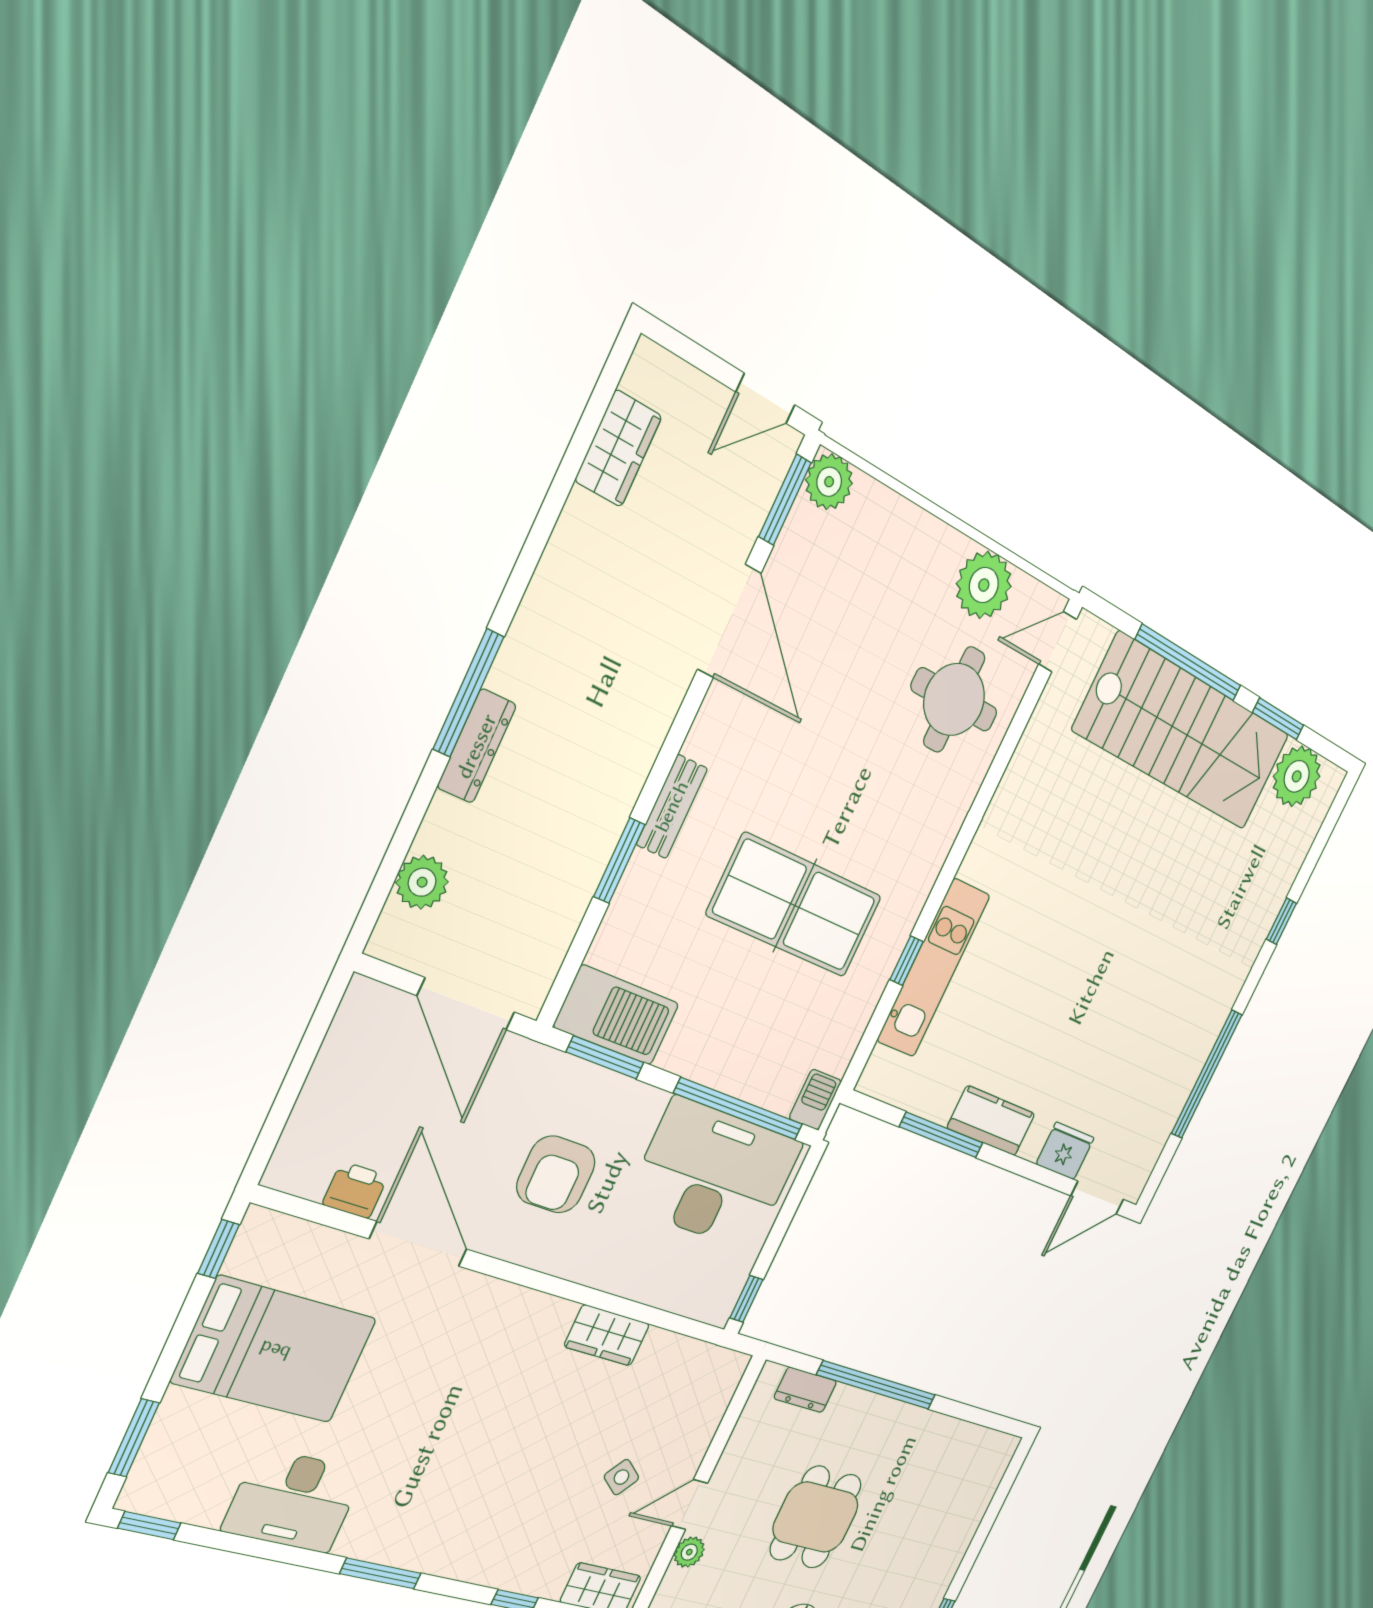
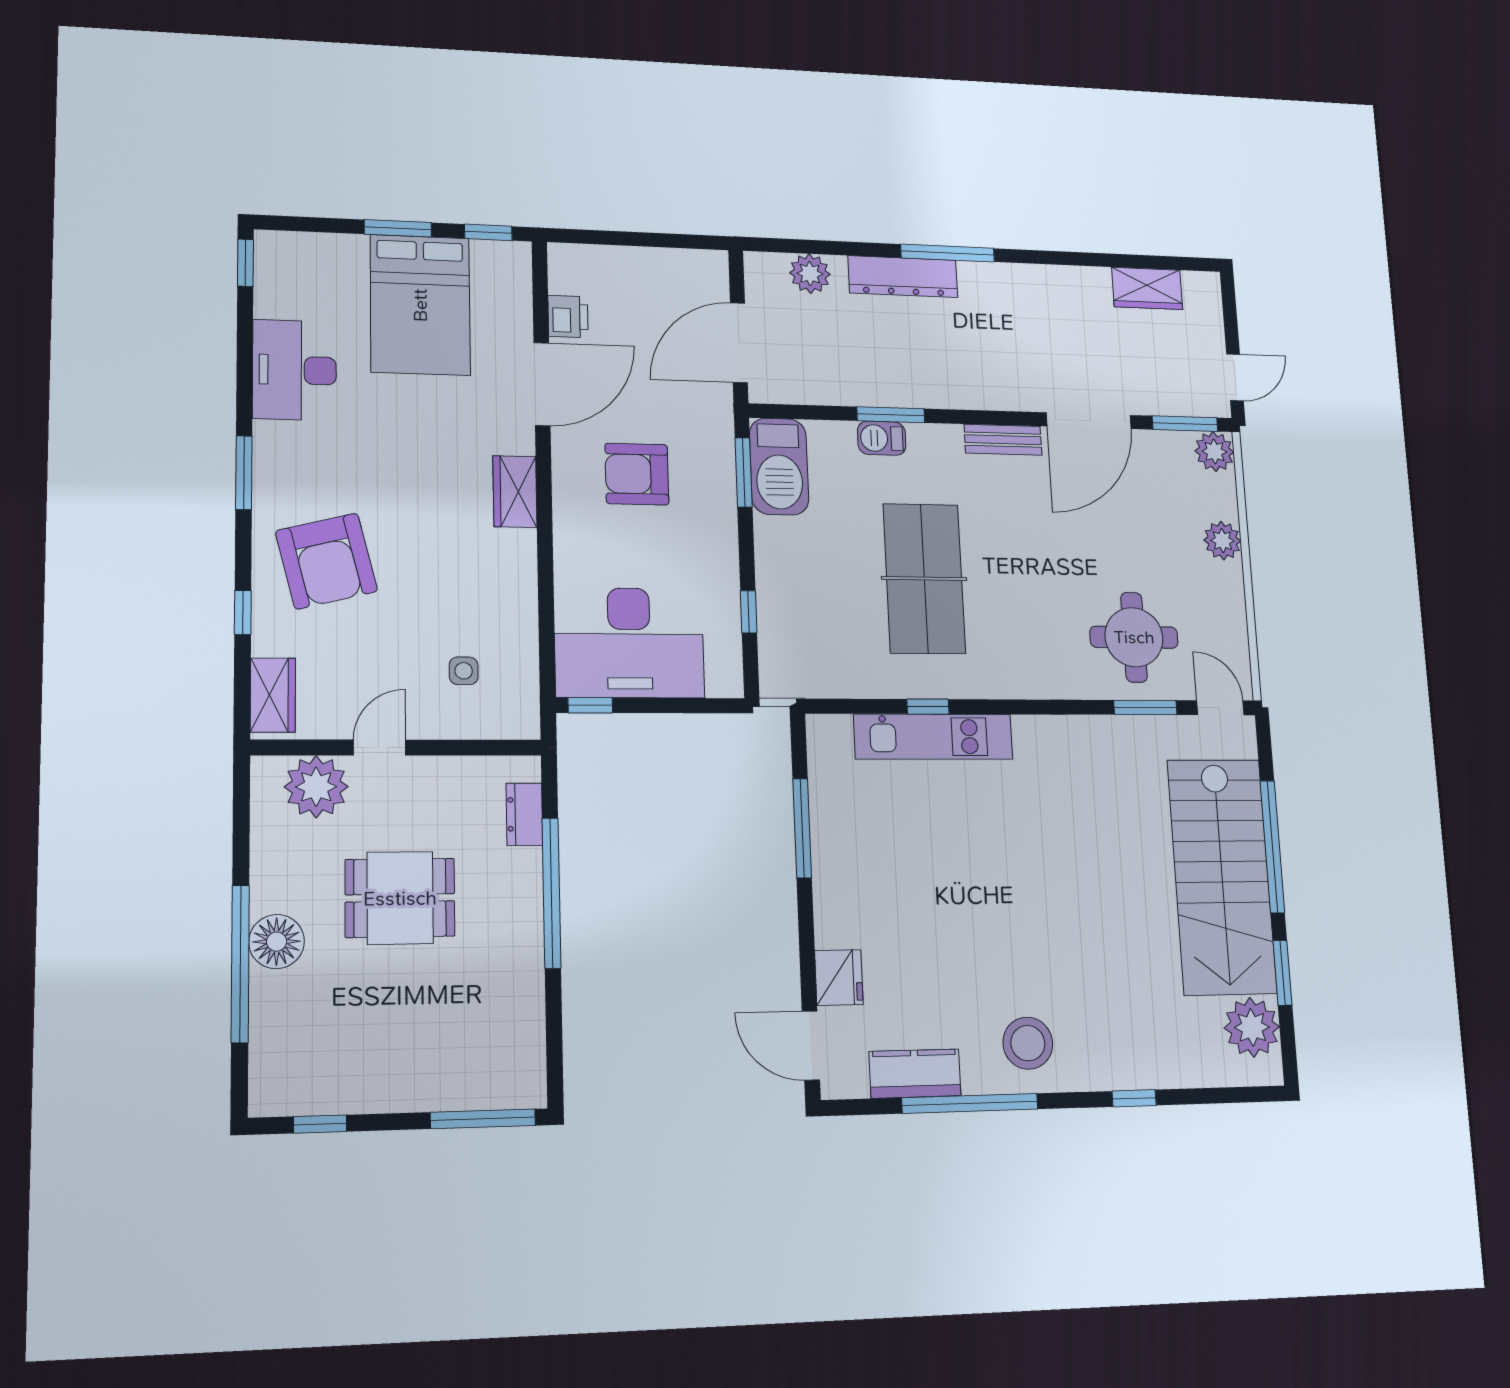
door: (765, 398) -> (1235, 377), swing flipped
plant: (984, 585) -> (1222, 541), moved, width x0.73, depth x0.73
window: (1018, 726) -> (1145, 707), added
dresser: (477, 746) -> (903, 277), width x1.37, depth x1.24
bench: (672, 807) -> (1003, 440), moved
stool: (1197, 999) -> (1028, 1043), added
barbecue: (815, 1100) -> (882, 438), moved, turned 180
window: (739, 1109) -> (749, 612), width x0.32
kitchen counter: (991, 1121) -> (915, 1074), moved, turned -90
desk: (714, 1175) -> (629, 643), moved, turned 90
wardrobe: (607, 1335) -> (515, 492), moved
window: (134, 1438) -> (398, 228), moved
side table: (621, 1477) -> (464, 671), moved, turned -36
window: (1002, 1492) -> (483, 1119), added
door: (690, 1504) -> (380, 748), hinge flipped
armchair: (502, 1513) -> (326, 561), added
plant: (689, 1552) -> (316, 787), width x1.88, depth x1.88

